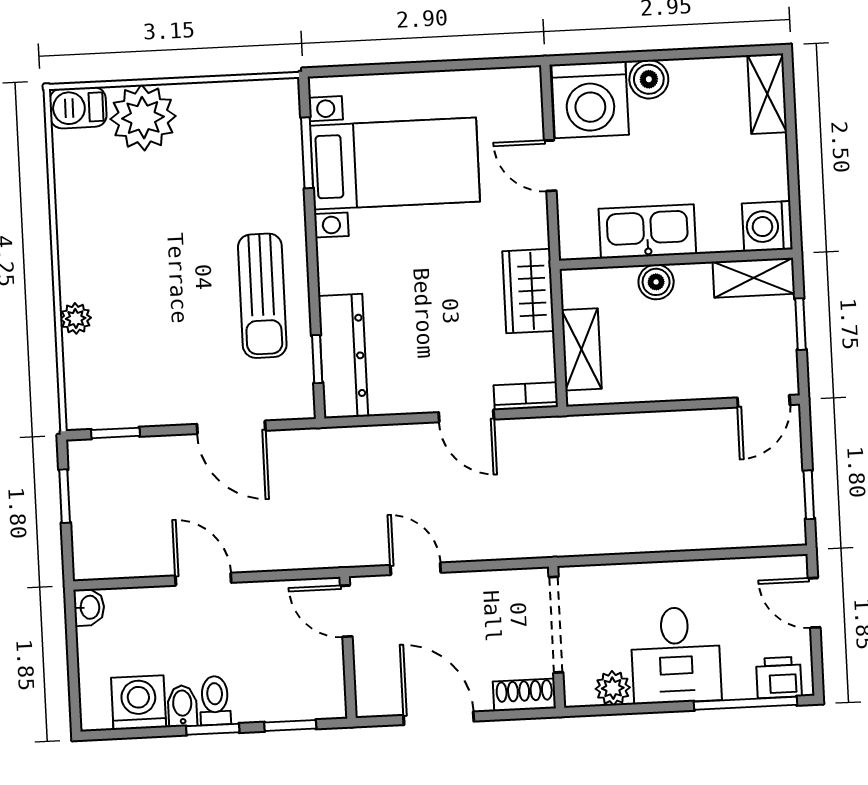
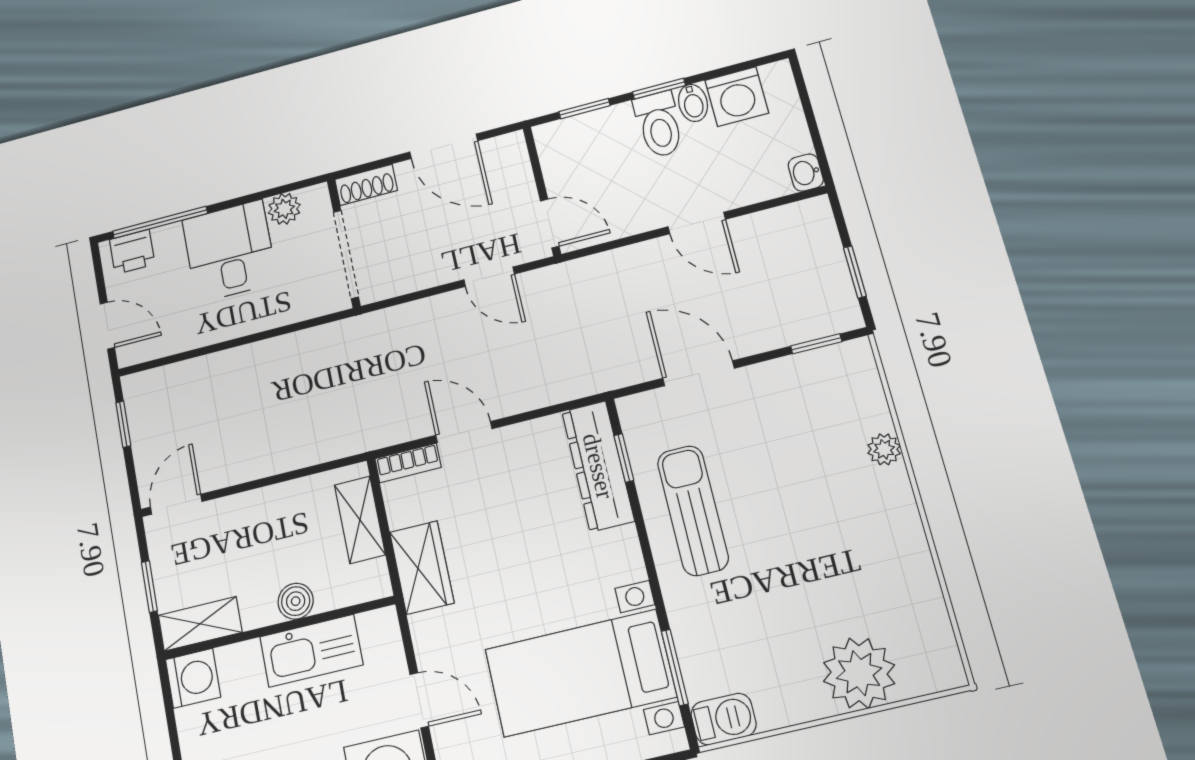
barbecue: (78, 108) -> (724, 719), moved
toilet: (215, 701) -> (659, 124), width x1.37, depth x1.39

